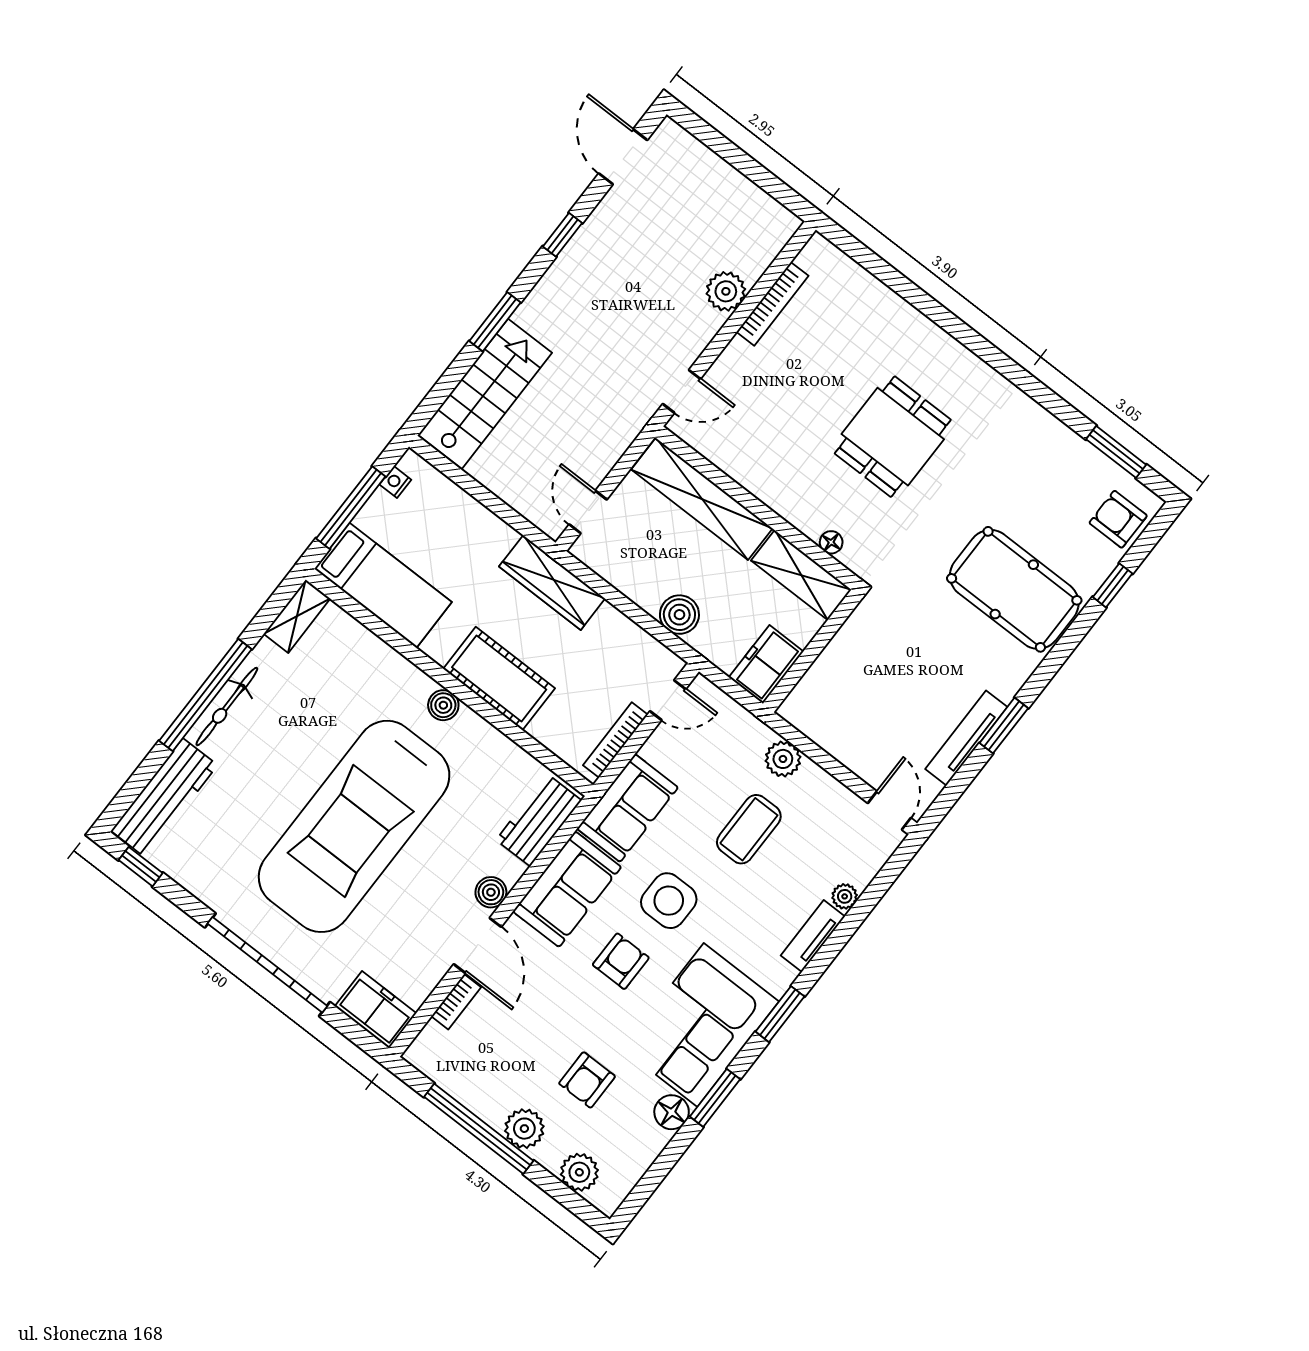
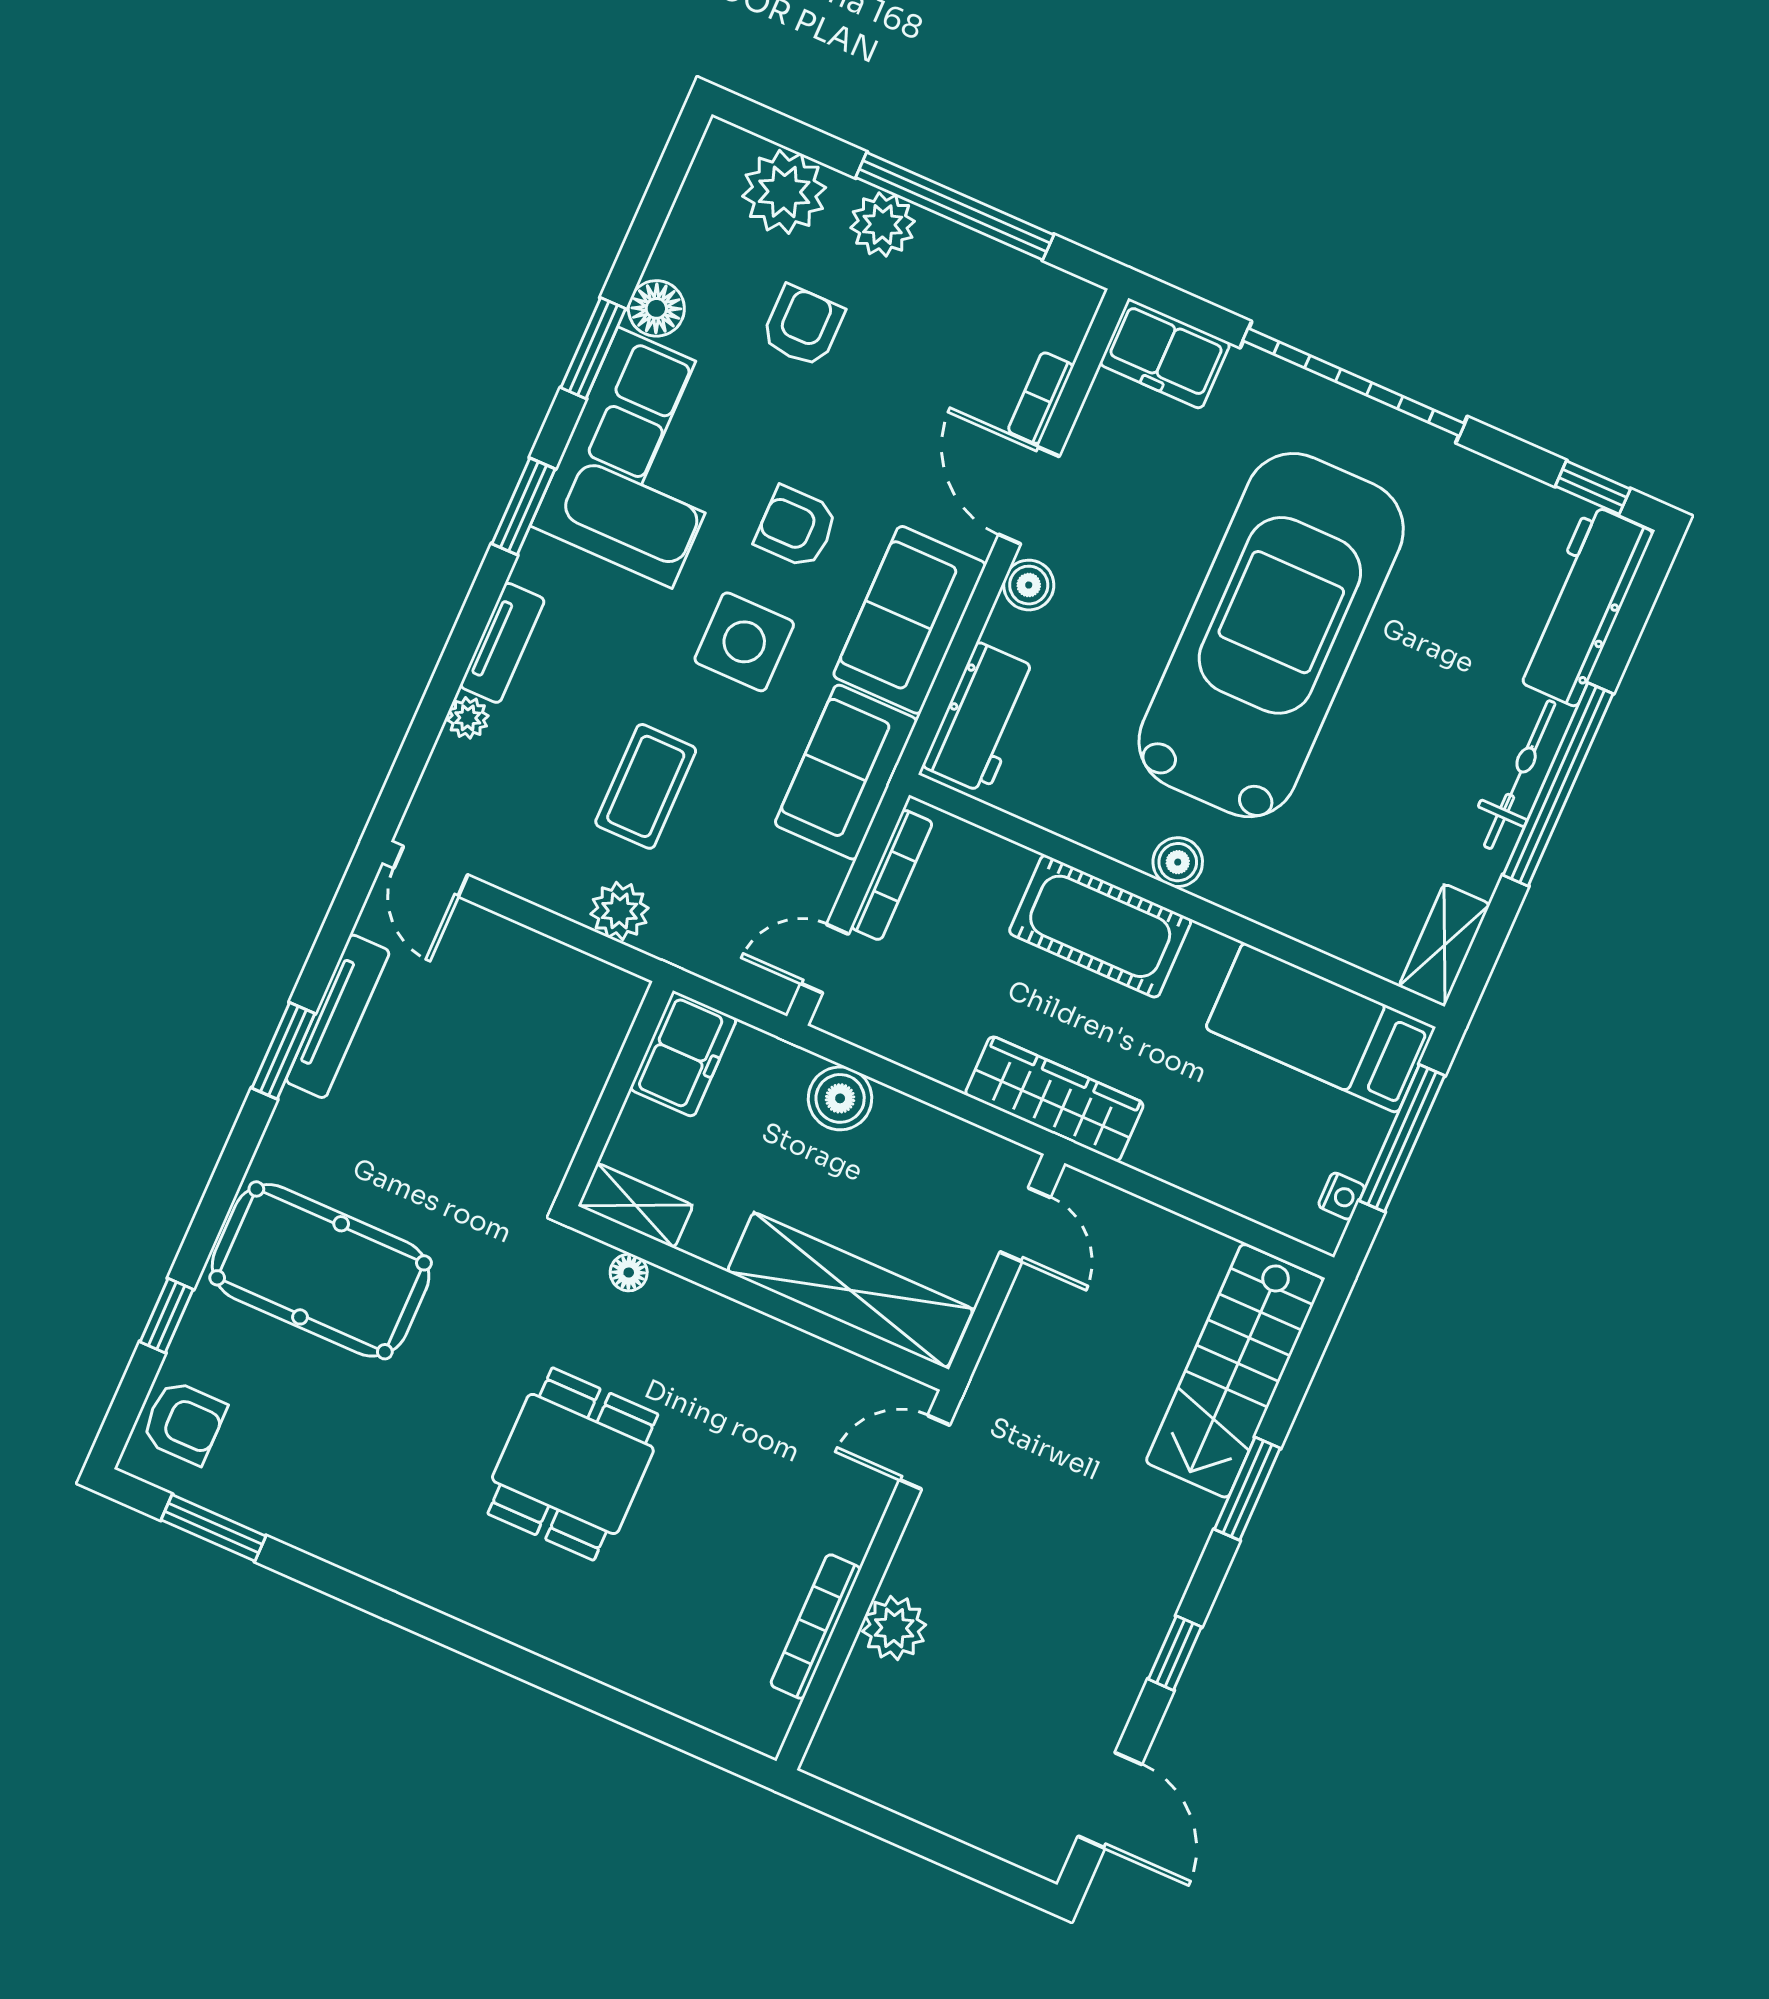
shelving: (801, 575) -> (636, 1206), width x0.67, depth x0.75
armchair: (621, 961) -> (796, 527), turned 90
plant: (579, 1172) -> (784, 192), width x1.36, depth x1.36

